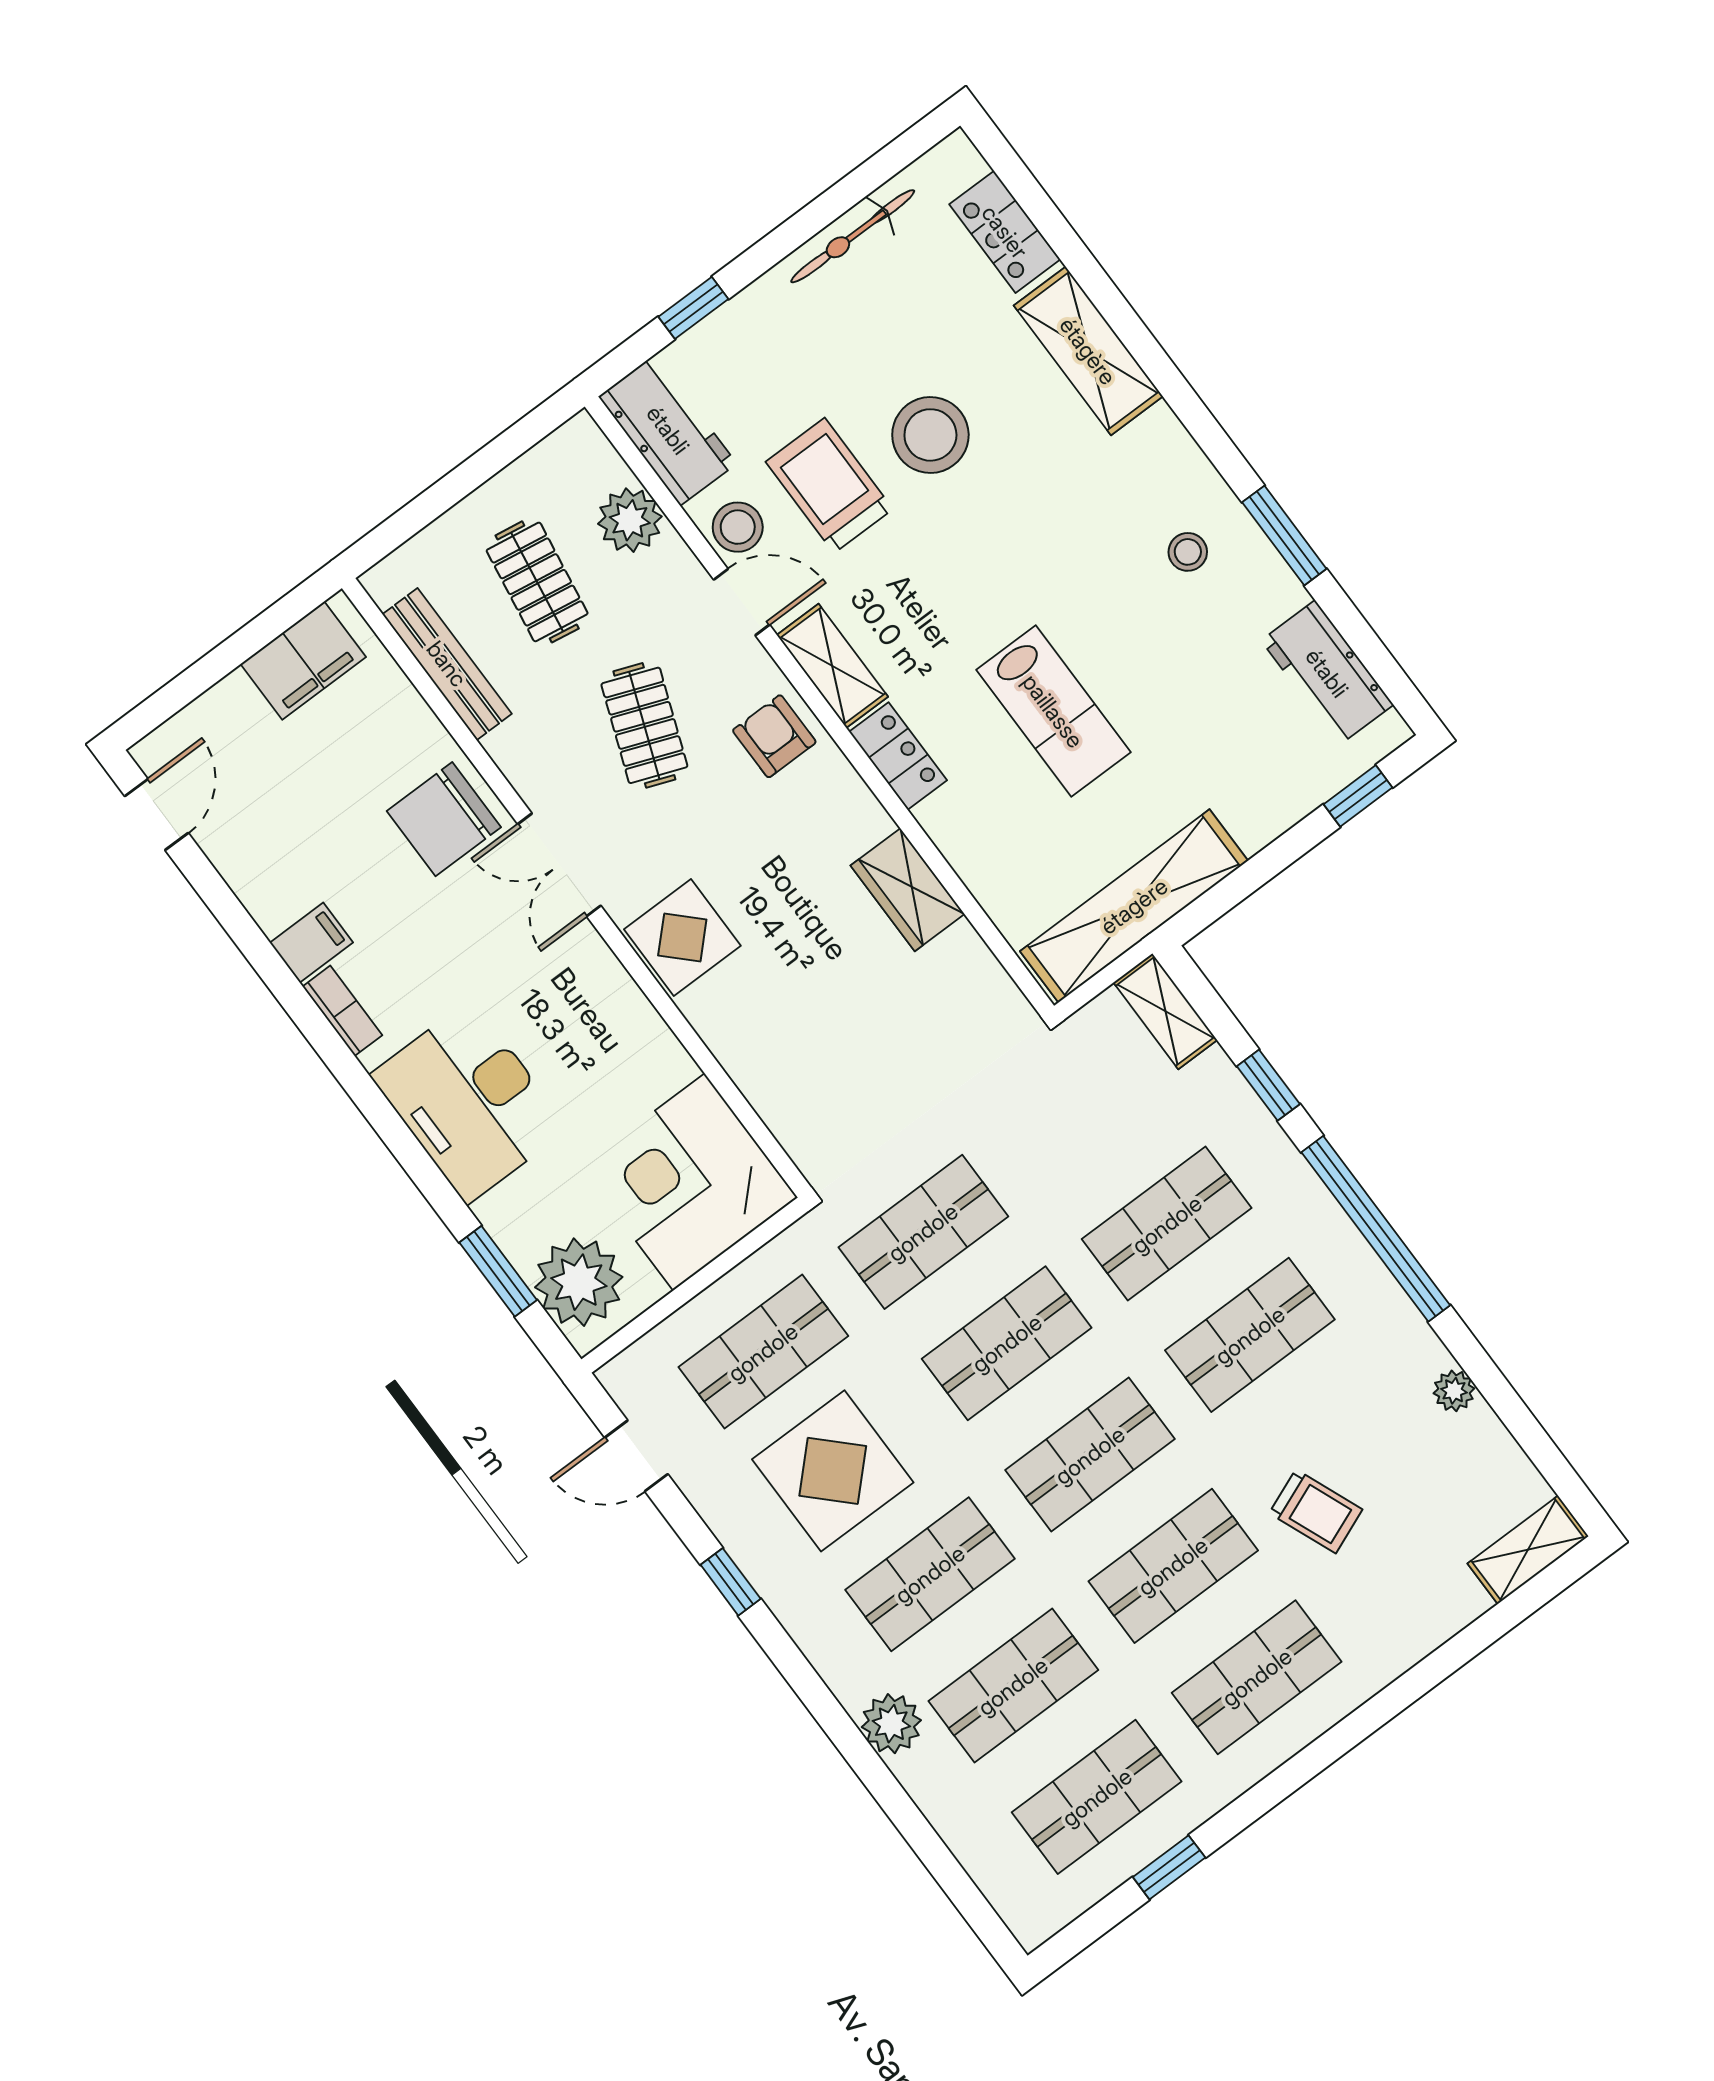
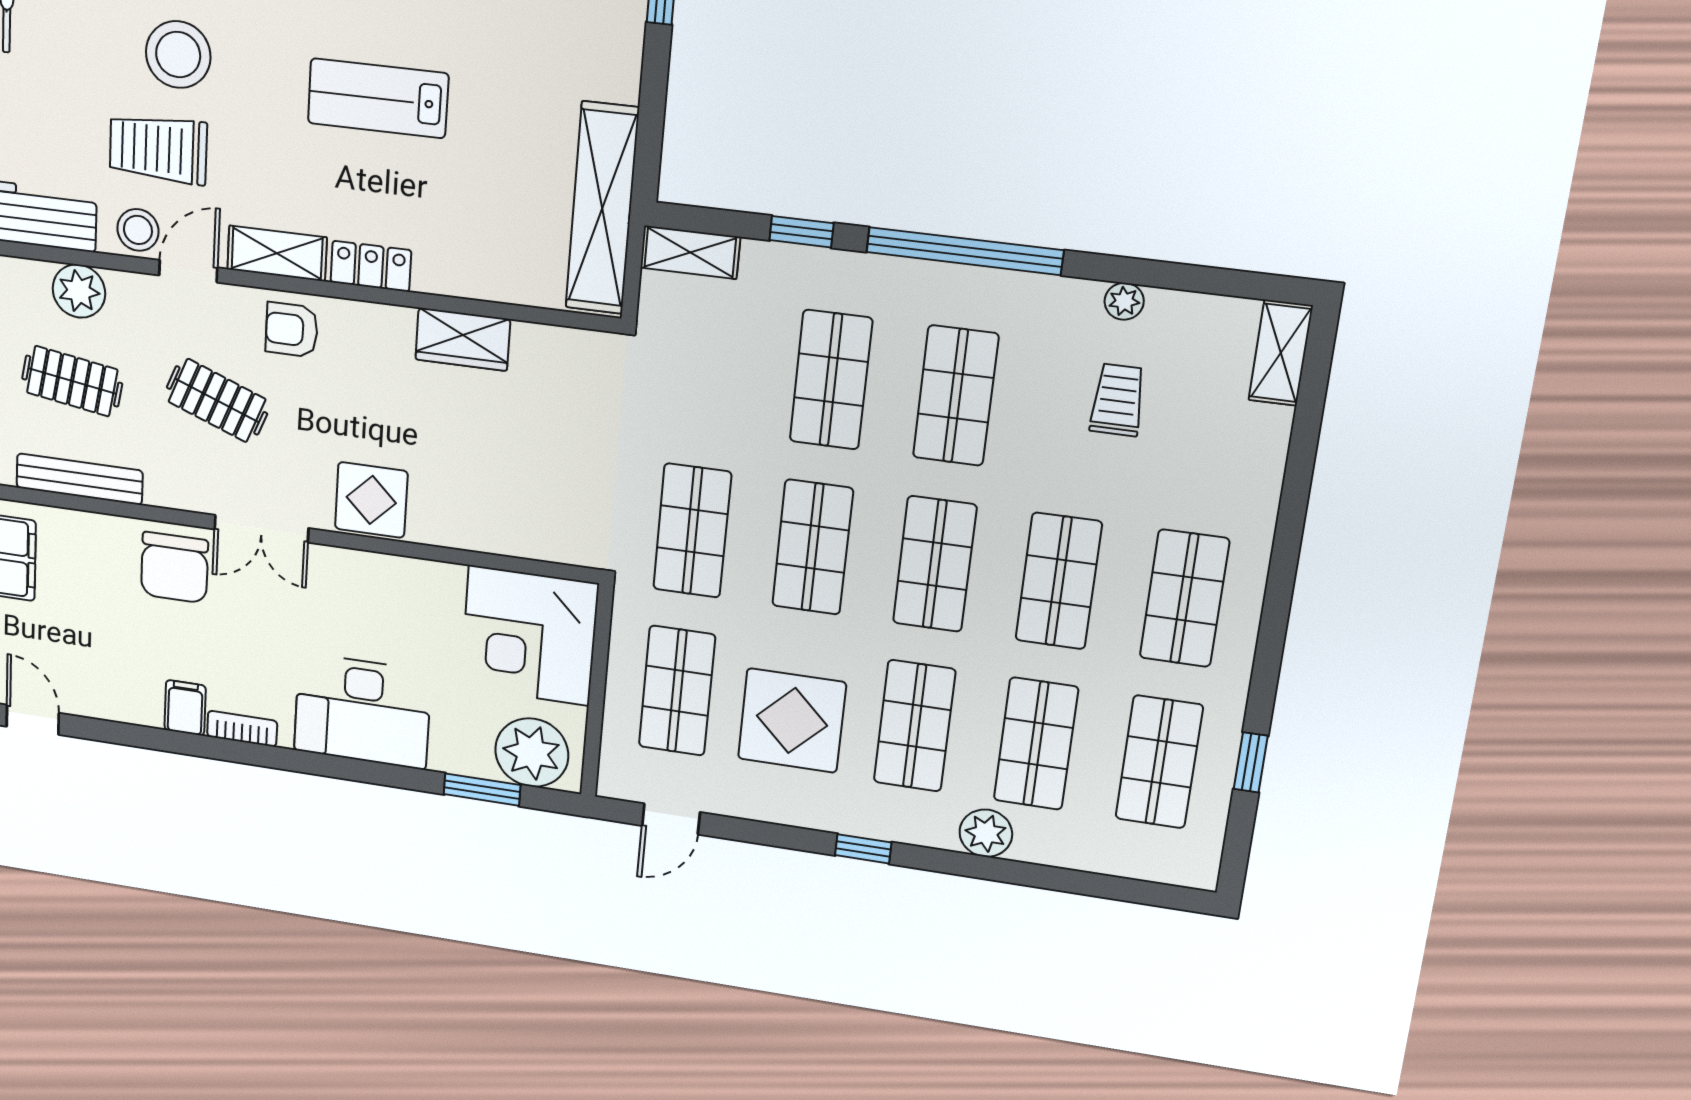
lab bench: (1053, 711) -> (378, 98), moved, turned 180
trolley: (1316, 1511) -> (1118, 400), moved, turned -68
window: (731, 1582) -> (863, 849), moved

